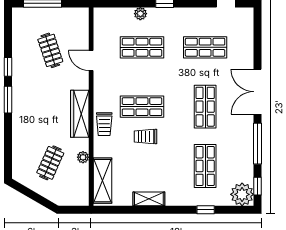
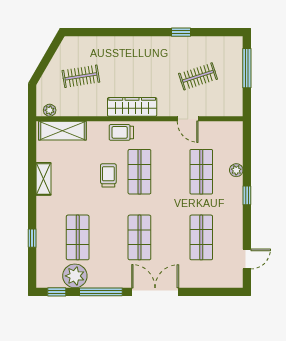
door: (91, 60) -> (188, 119), swing flipped
window: (8, 100) -> (147, 32), removed
shop shelf: (205, 107) -> (139, 237), turned 90
plant: (83, 157) -> (50, 110), moved
clothes rail: (50, 163) -> (81, 76), turned -33
shop shelf: (205, 166) -> (78, 237), turned 90
plant: (242, 194) -> (75, 276), moved

